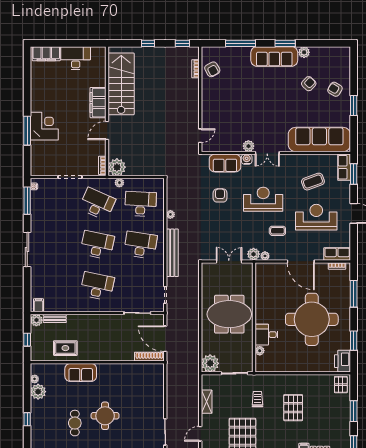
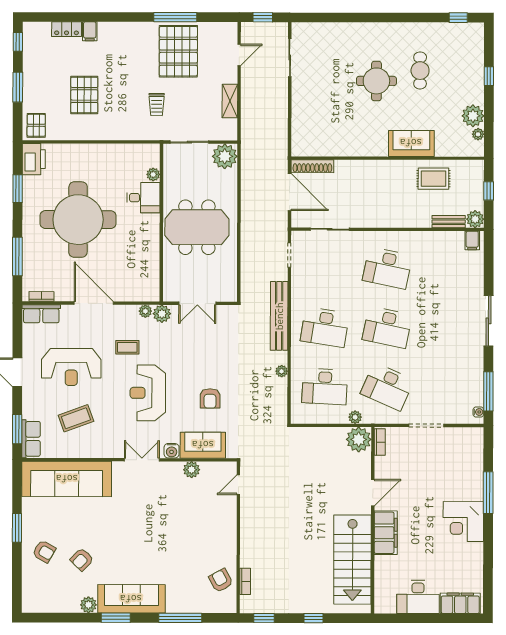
corner desk: (44, 126) -> (463, 522), moved
plant: (248, 146) -> (192, 470), moved
reception desk: (263, 199) -> (148, 393), turned 90
pallet: (293, 408) -> (84, 95), moved

